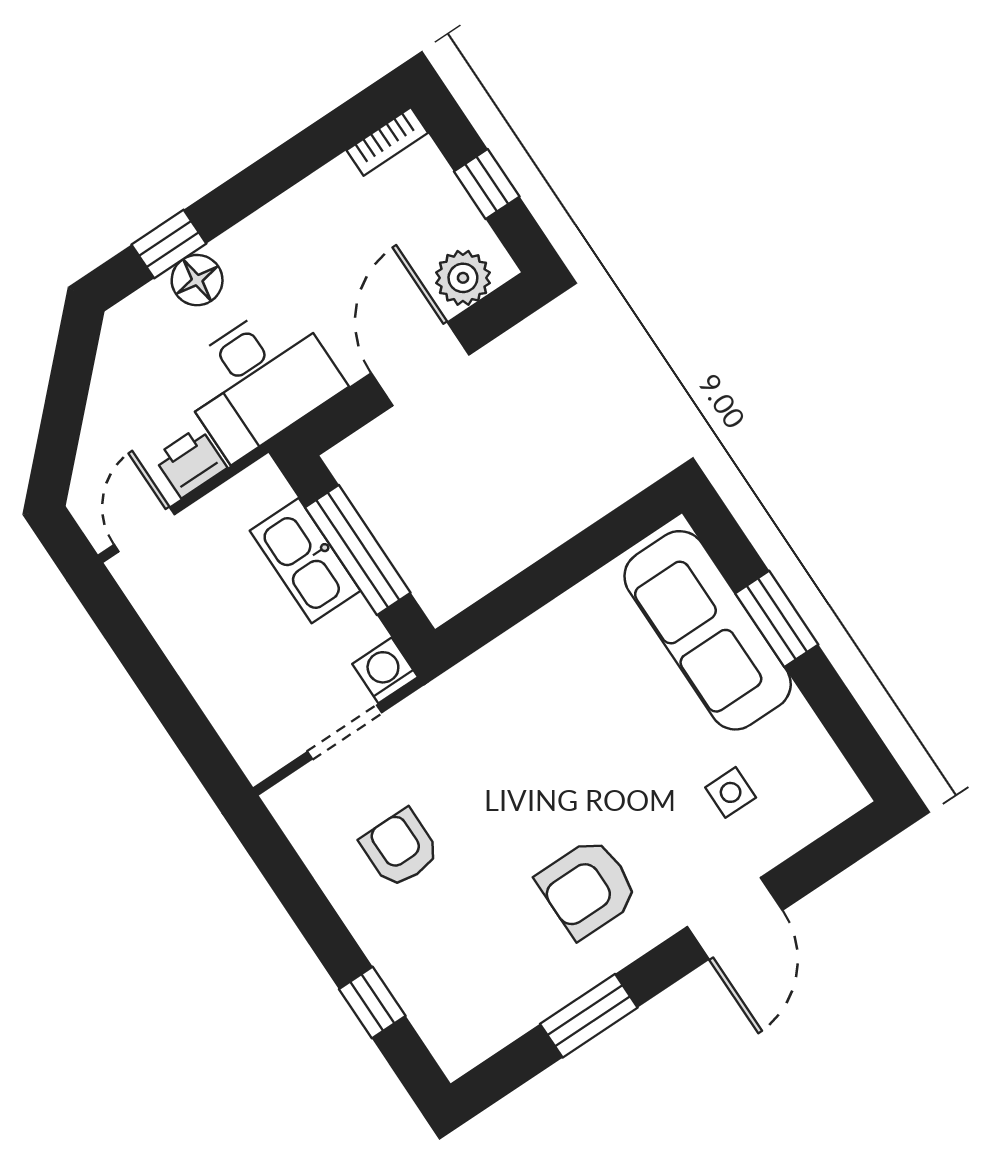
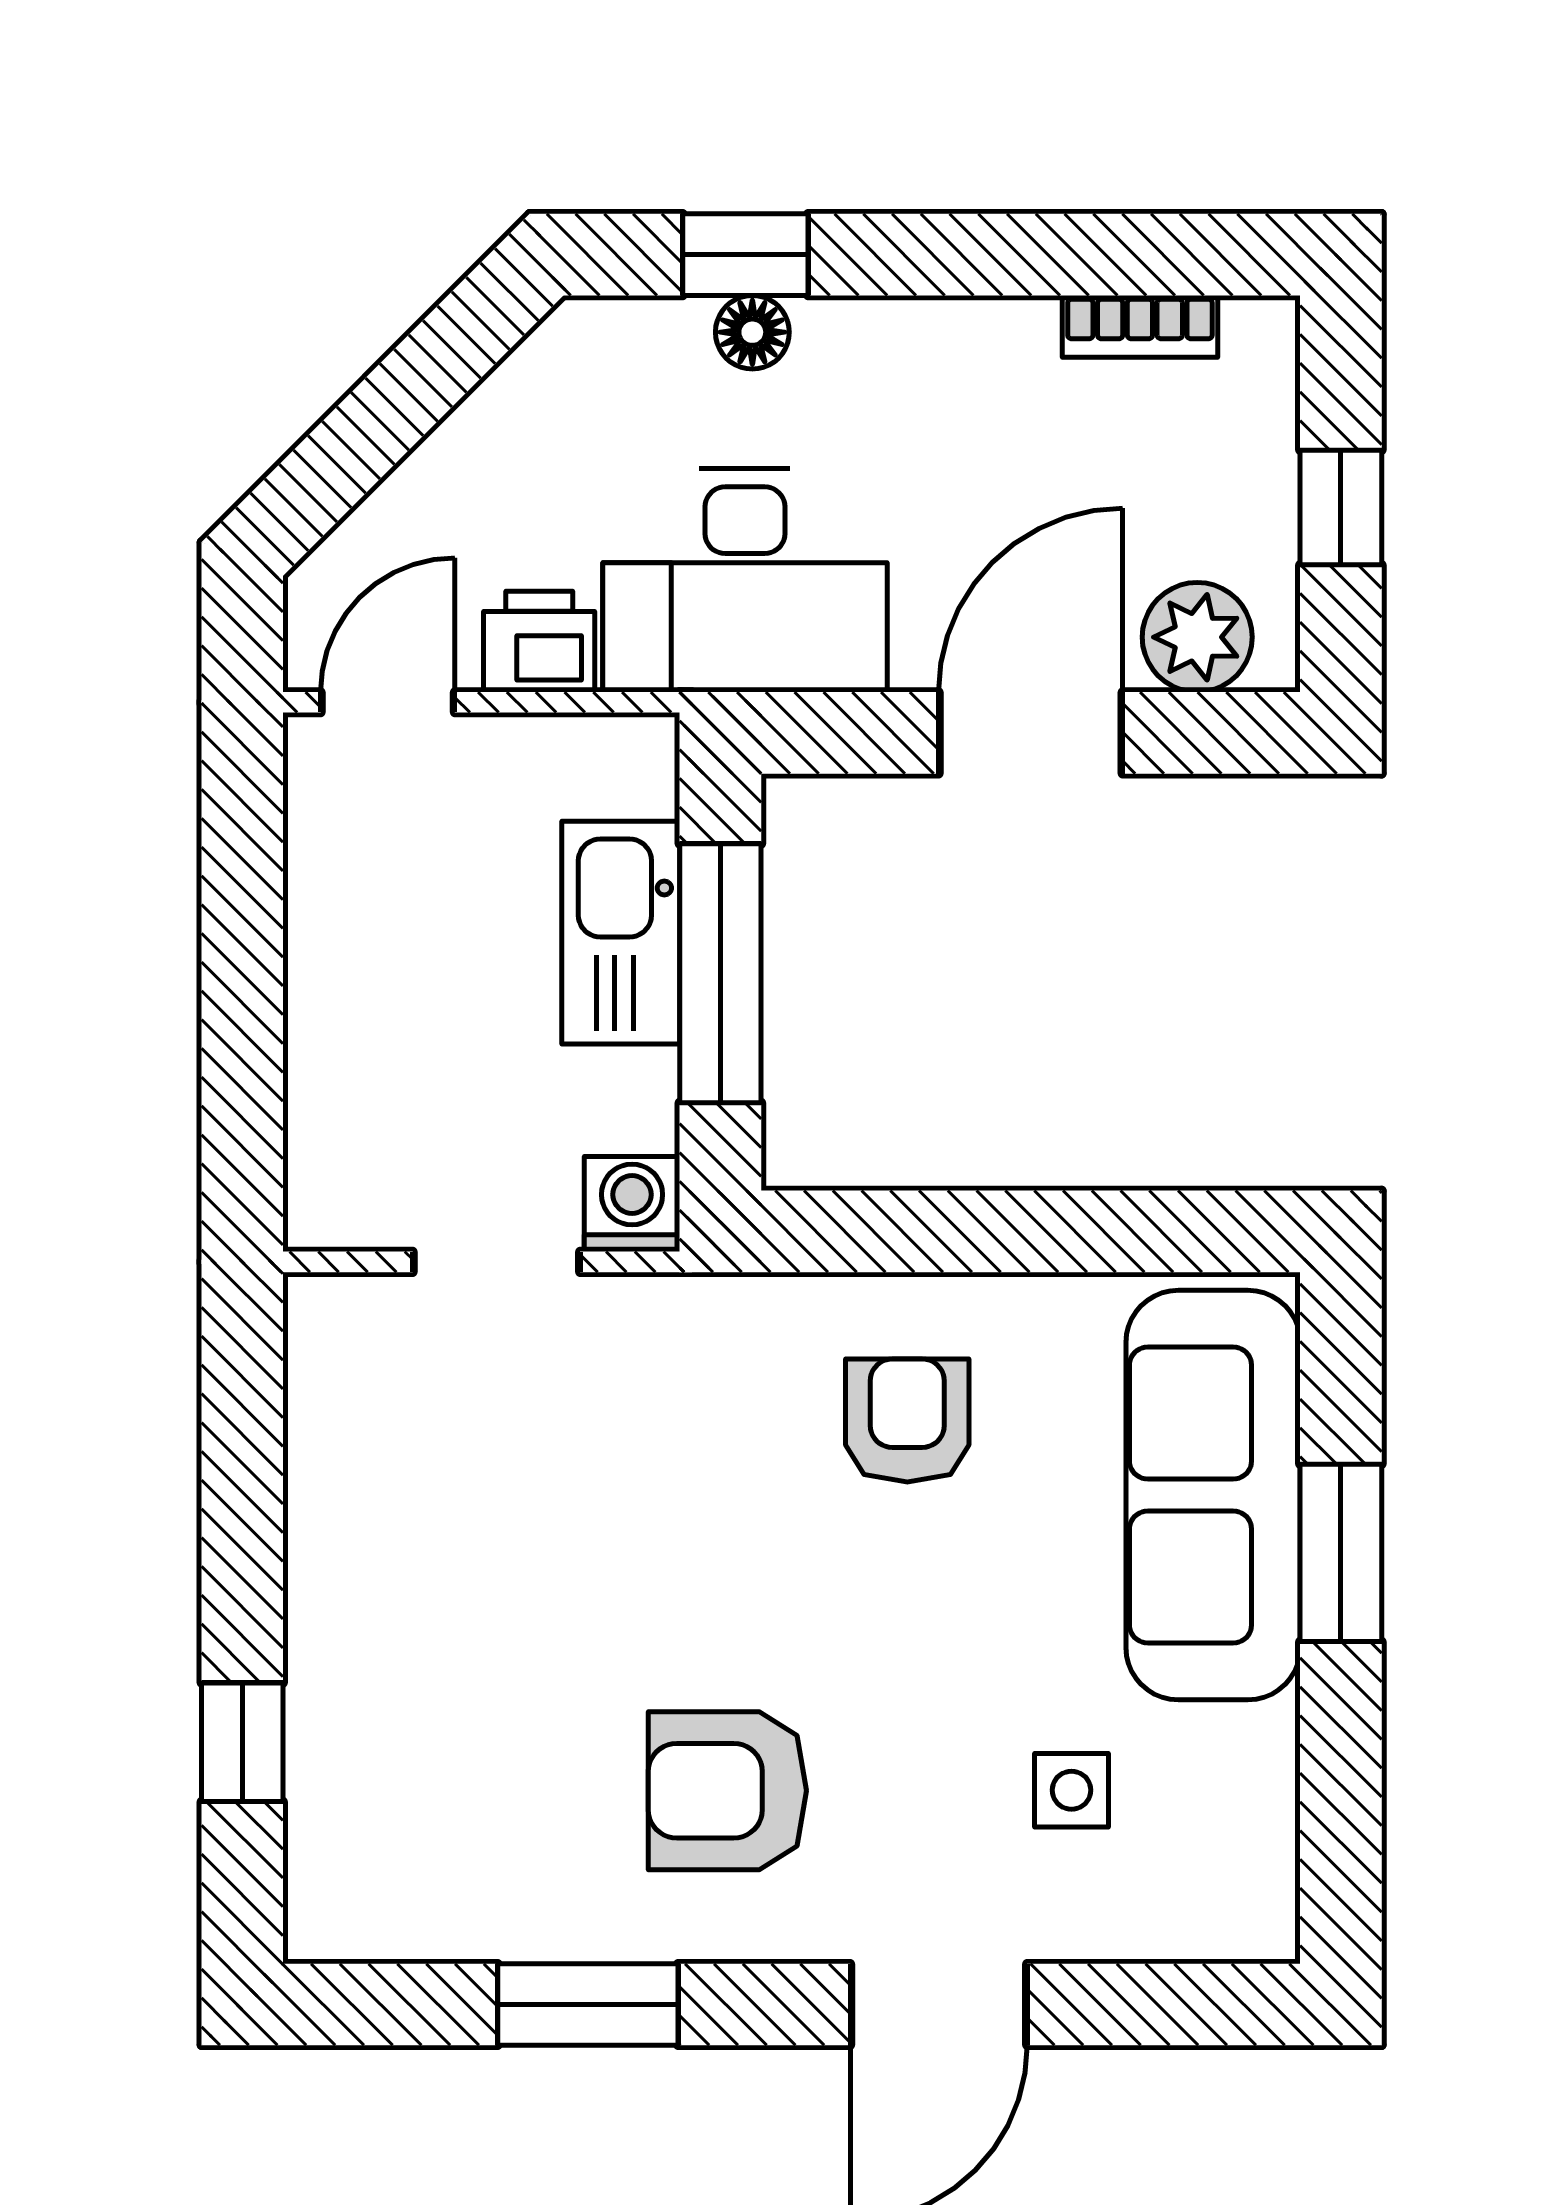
bookcase: (387, 142) -> (1140, 326), moved
floor lamp: (197, 280) -> (752, 332), width x0.73, depth x0.73
armchair: (400, 848) -> (907, 1420), moved

